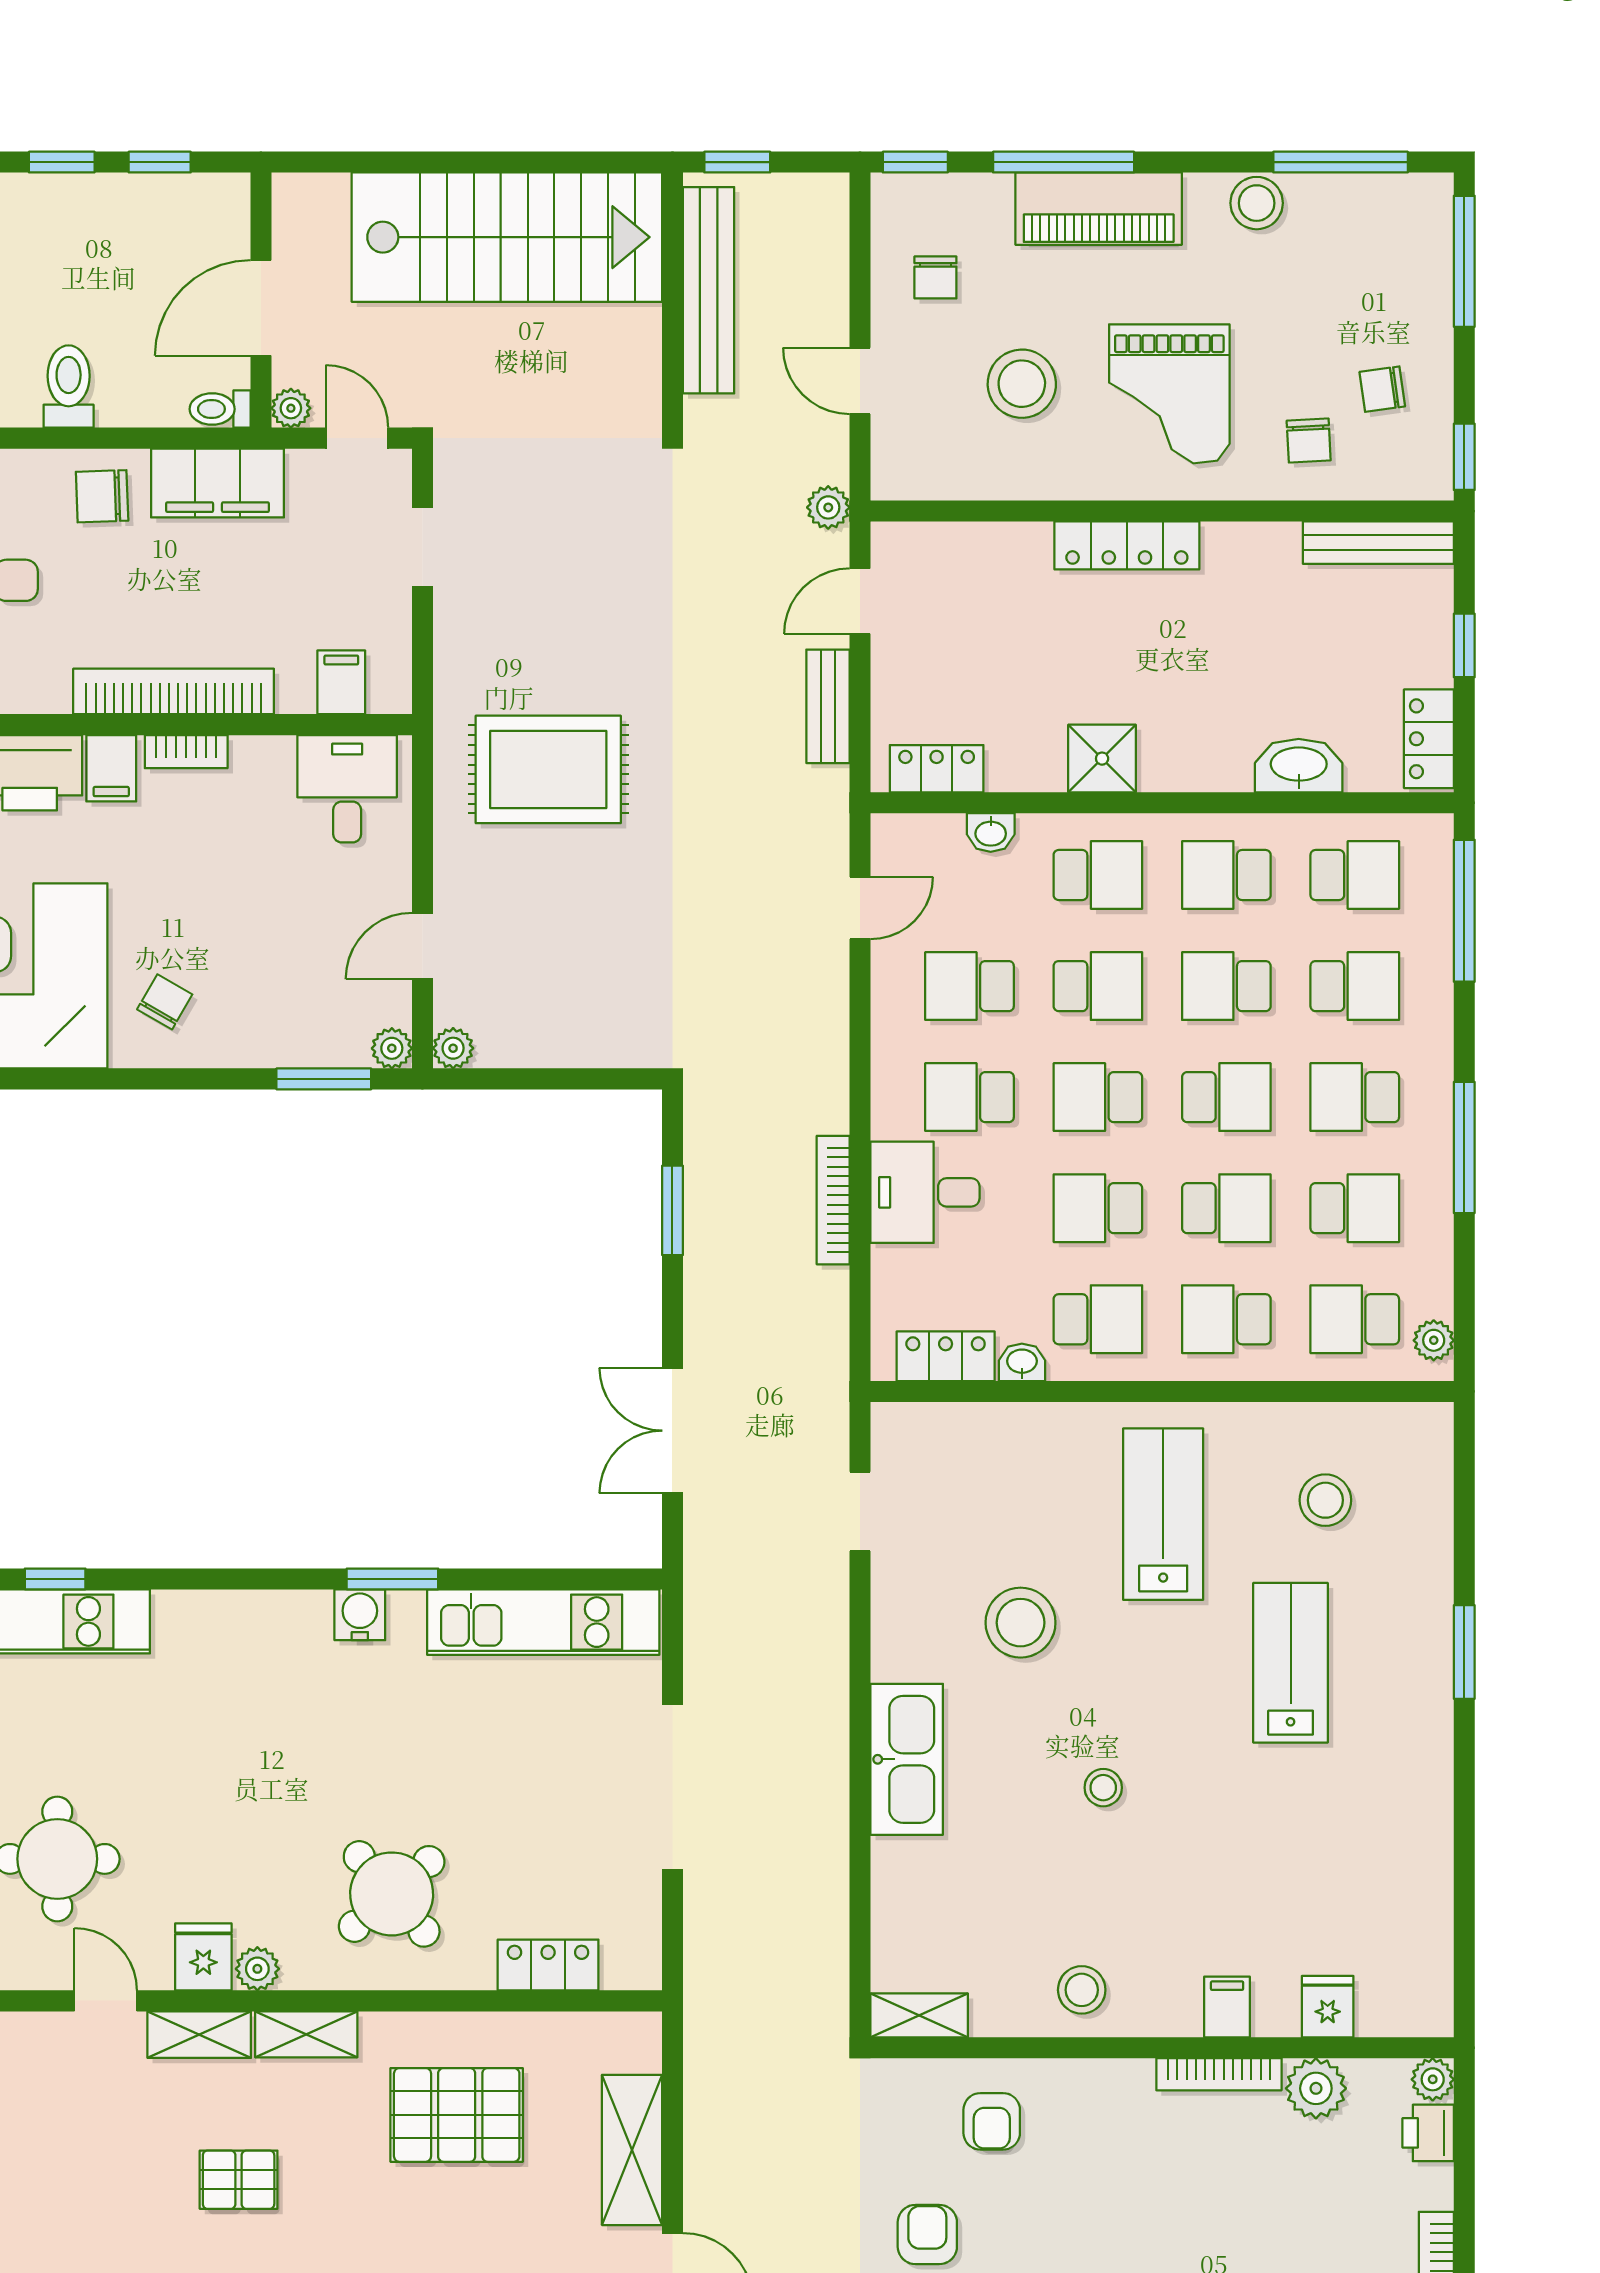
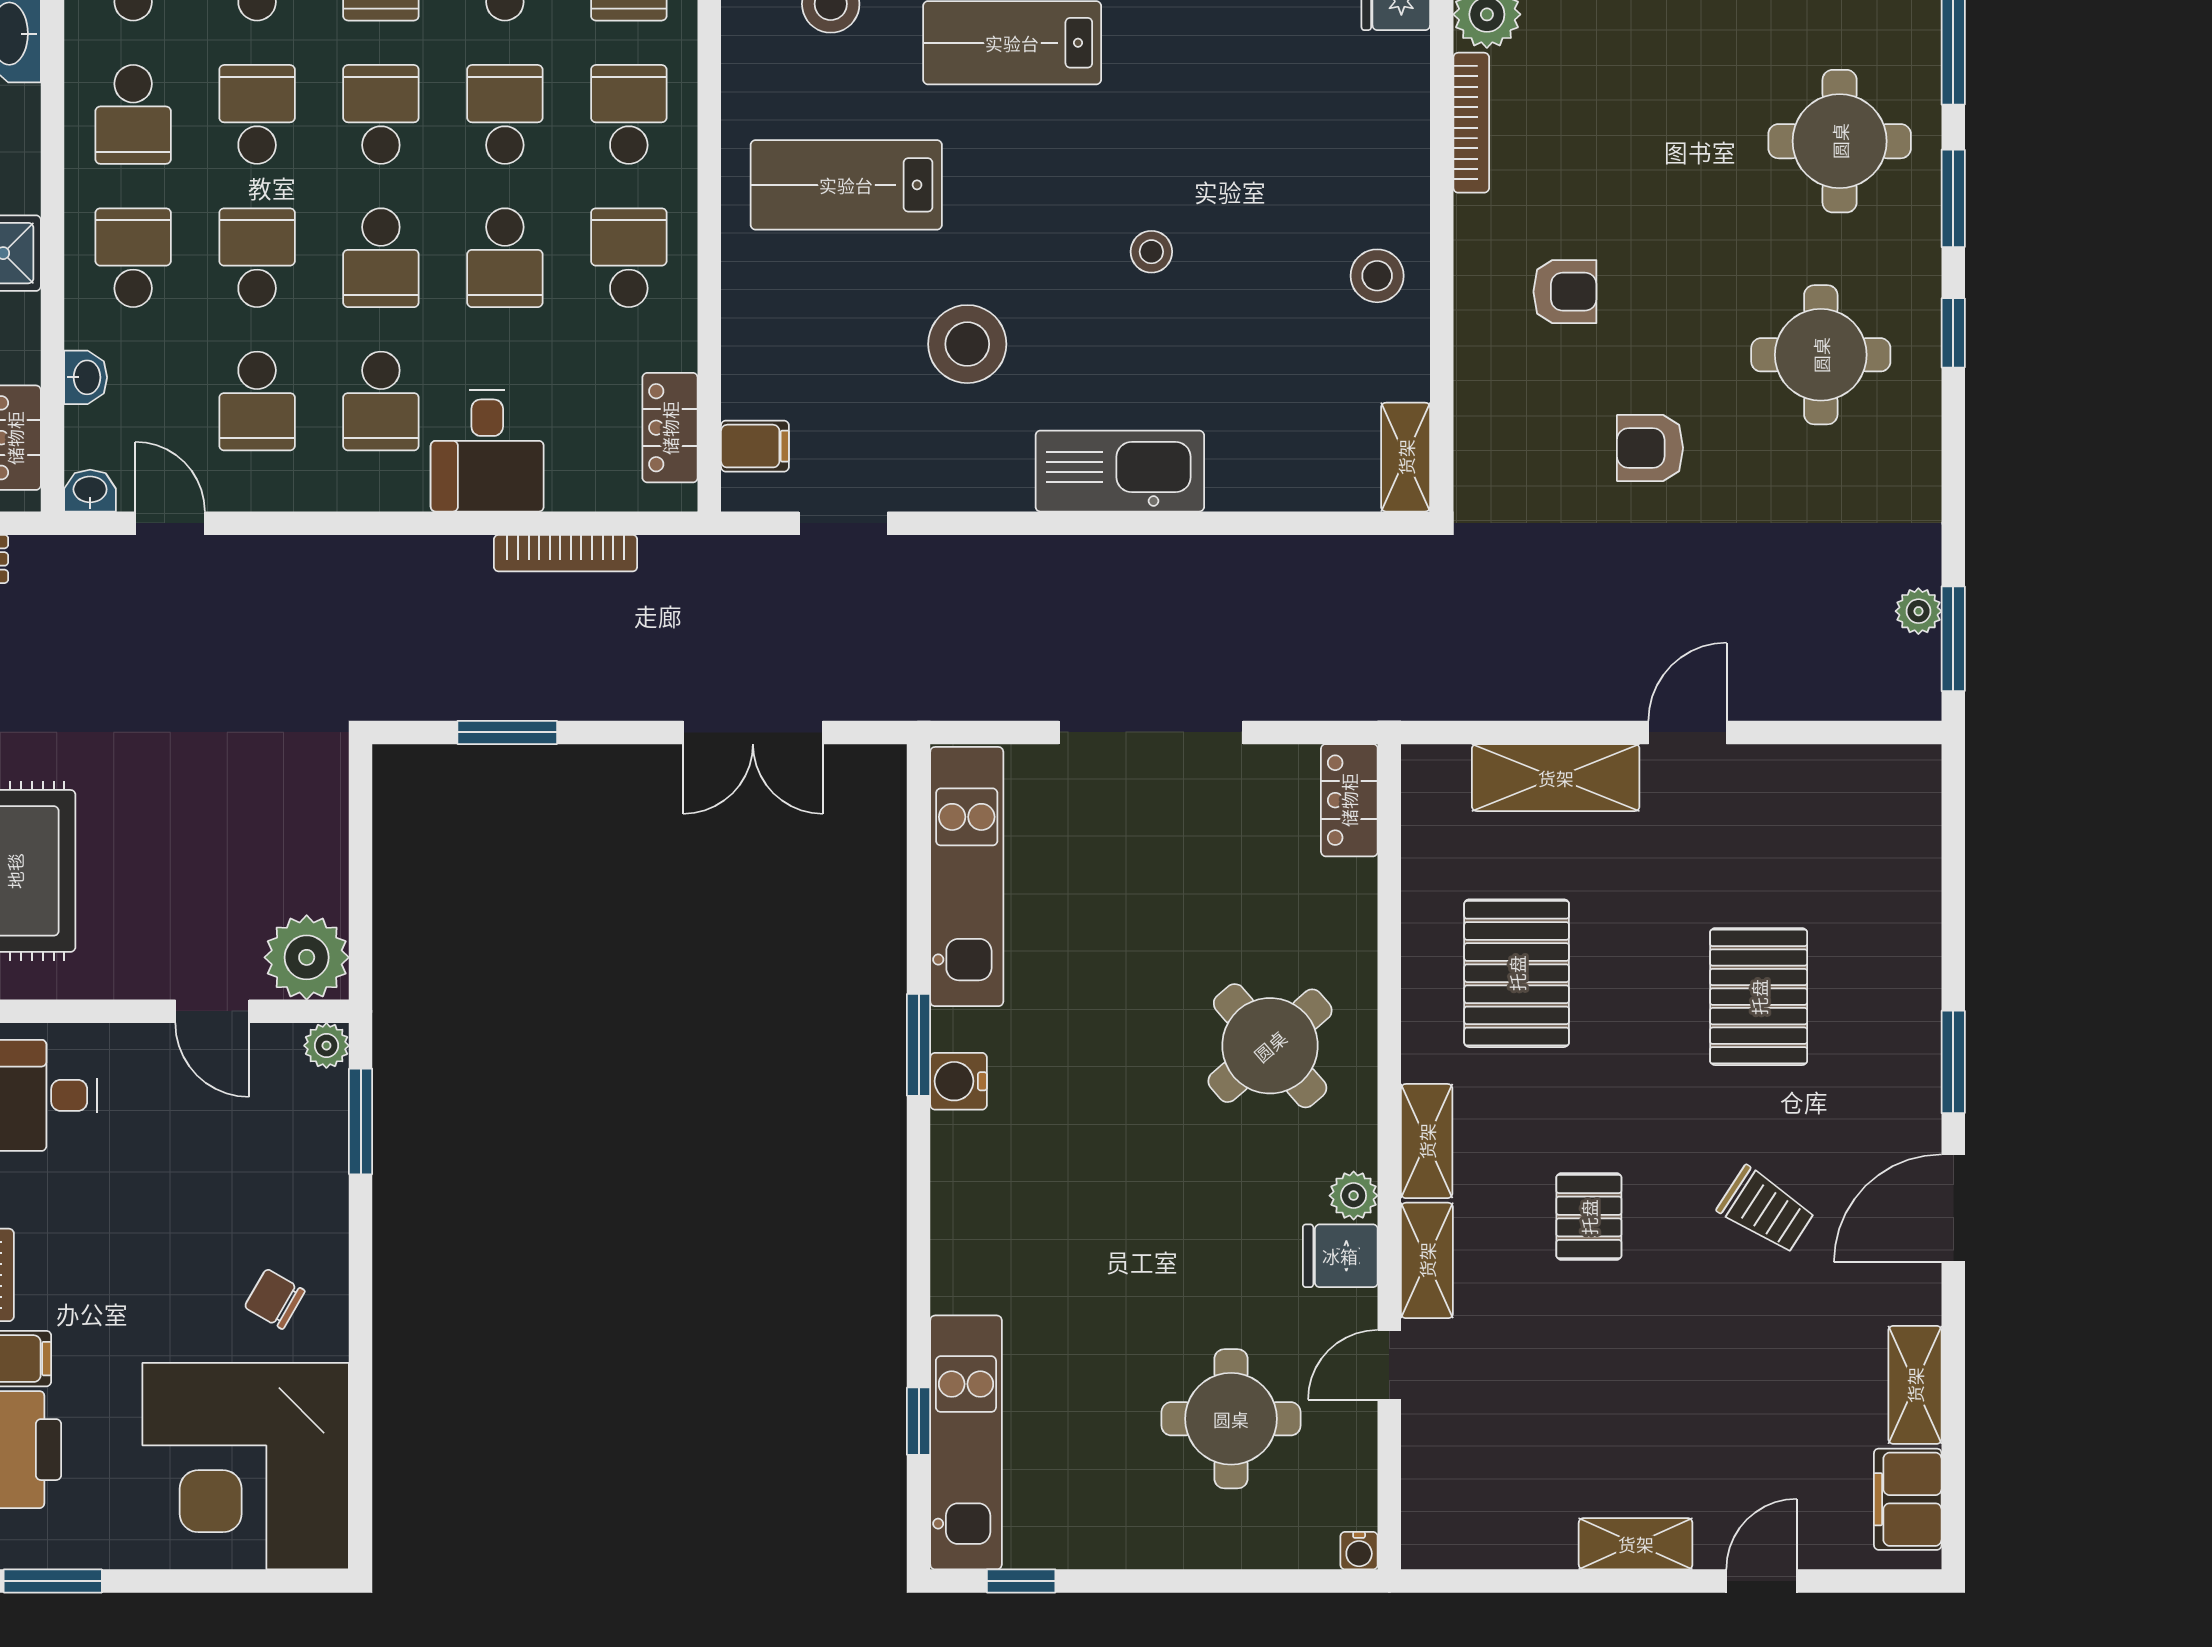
school desk: (1226, 986) -> (257, 114), turned 180
plant: (453, 1048) -> (307, 957), width x1.87, depth x1.87
bookcase: (833, 1200) -> (566, 553), moved
school desk: (1226, 1319) -> (629, 114), turned 180
washbasin: (1022, 1362) -> (90, 491), moved, turned 90
locker: (548, 1965) -> (1349, 800), moved
filing cabinet: (1227, 2007) -> (755, 446), moved, turned 180
armchair: (992, 2121) -> (1565, 292), moved

